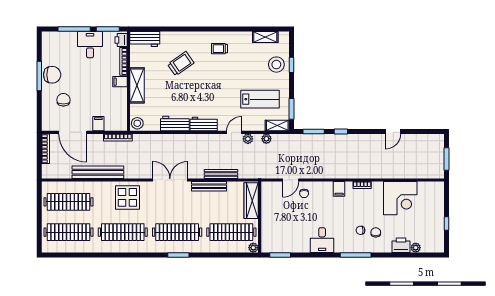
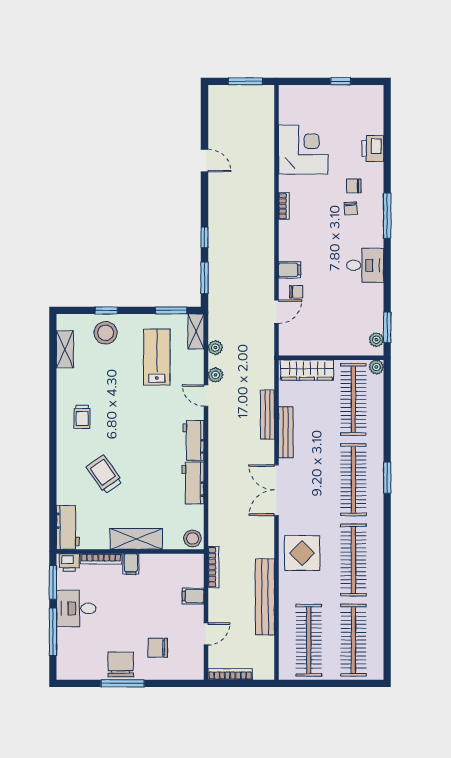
door: (73, 132) -> (206, 634), width x0.53
door: (291, 180) -> (276, 312), hinge flipped
filing cabinet: (339, 189) -> (290, 270), moved
plant: (416, 248) -> (376, 340), moved

